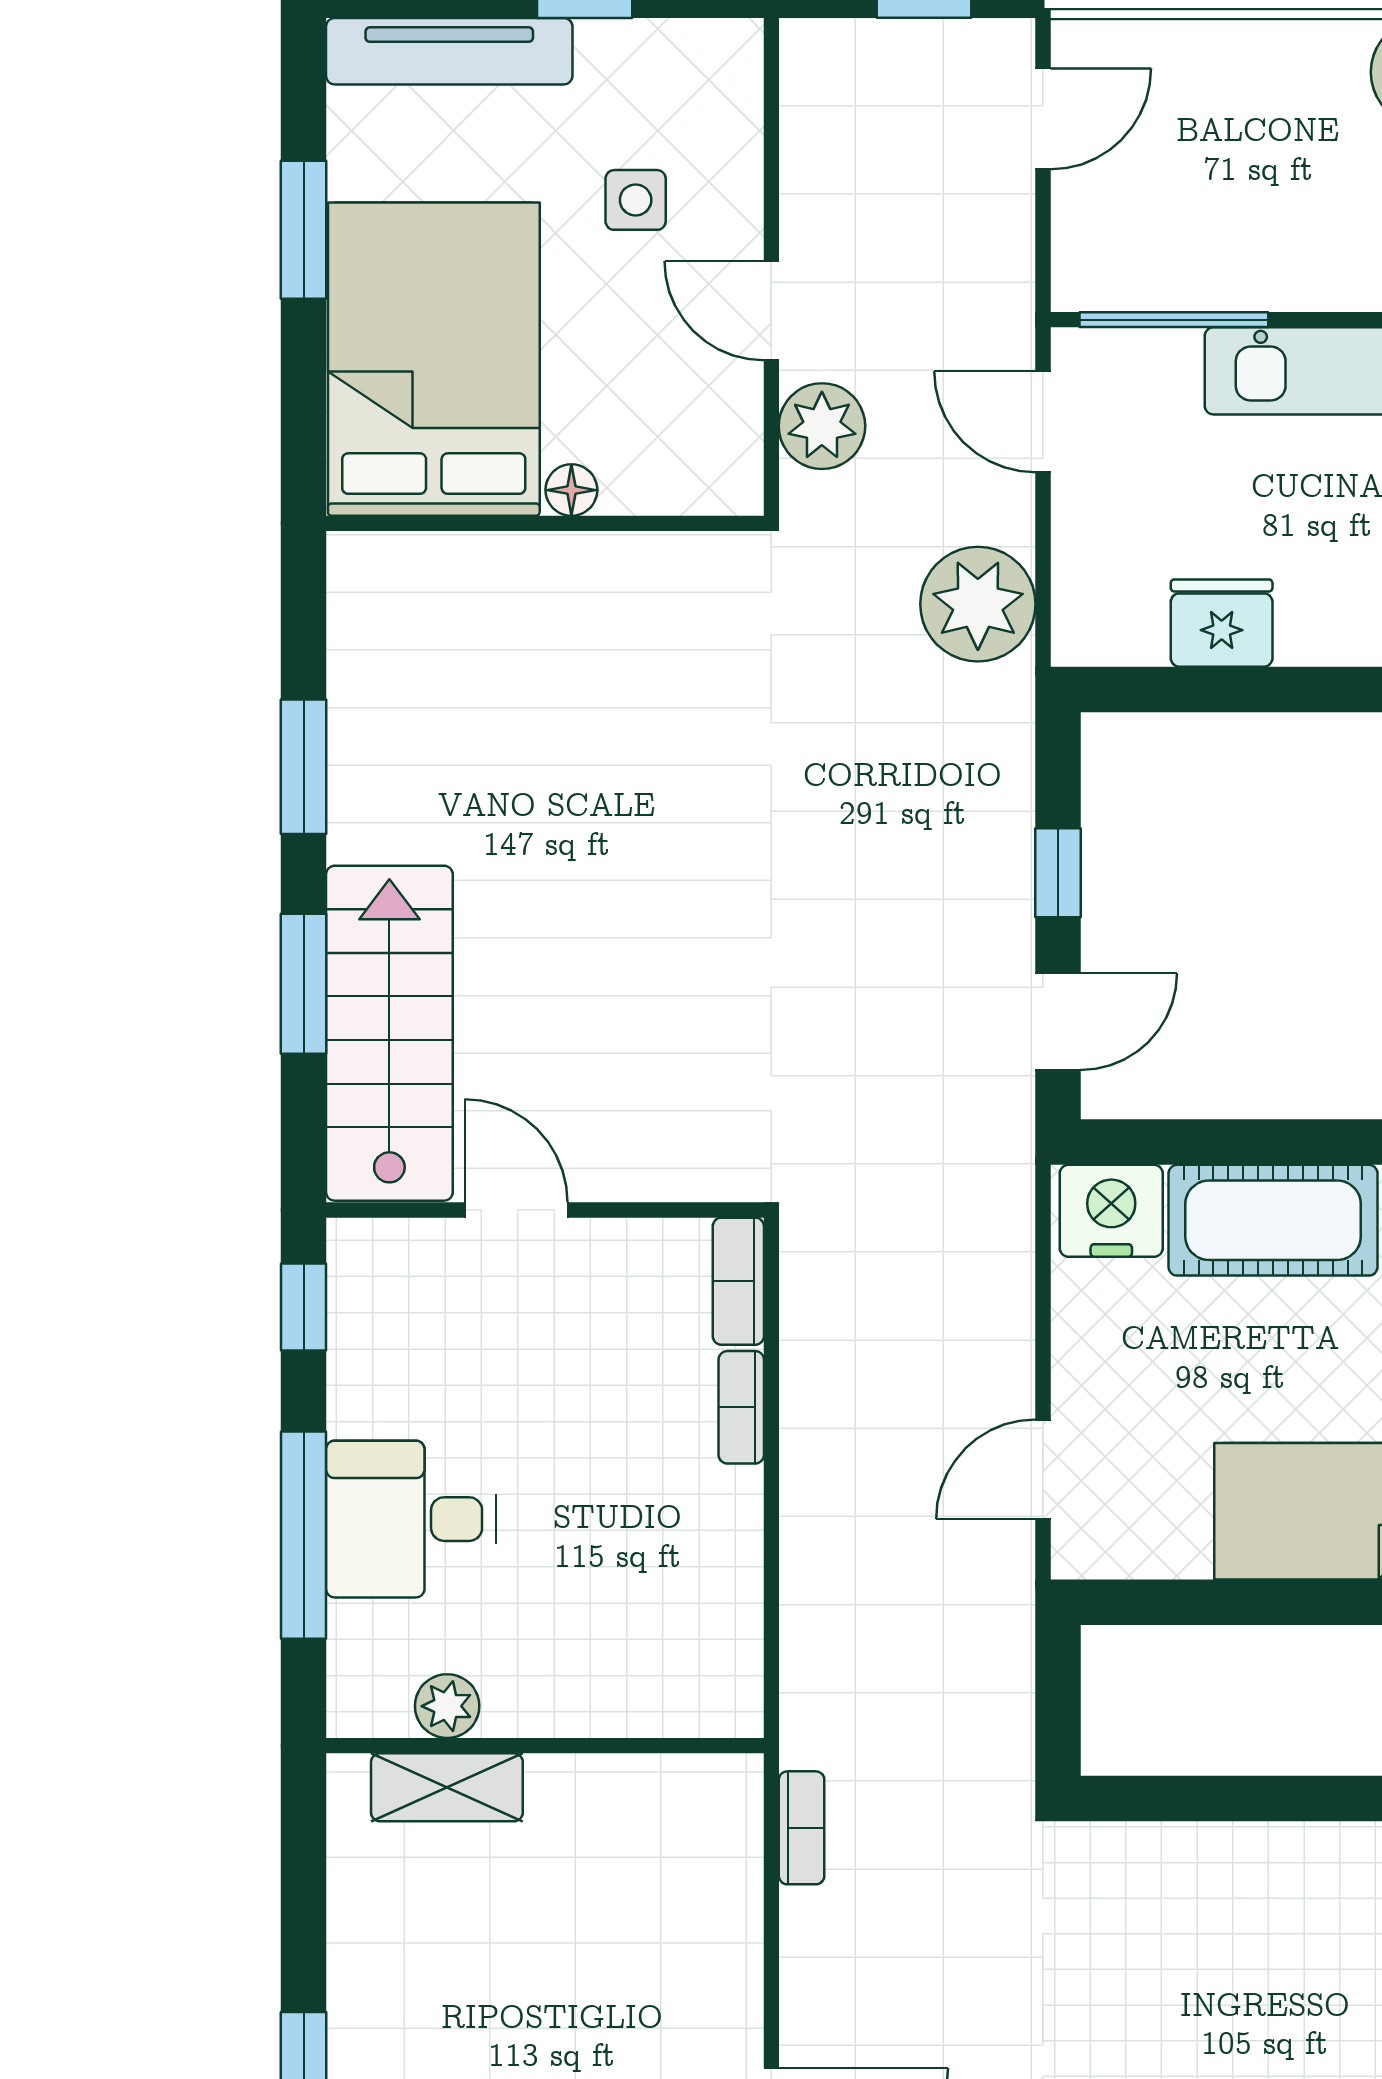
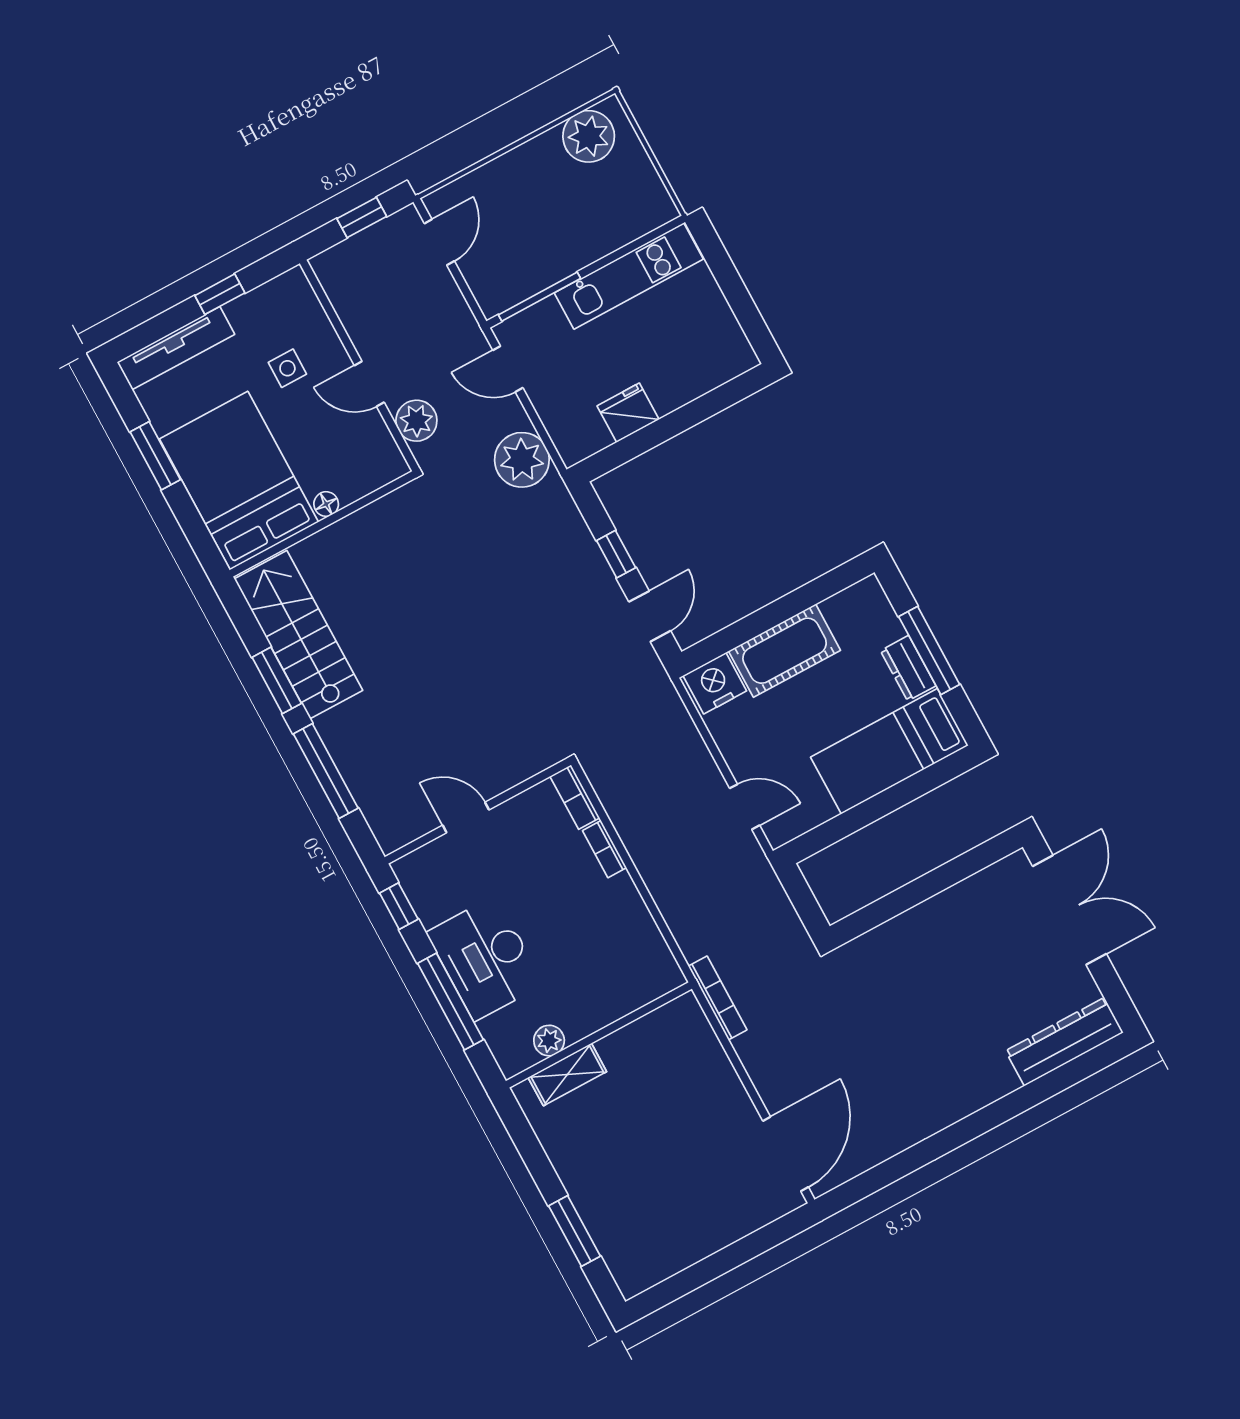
window: (304, 984) -> (326, 771), width x1.44
stairs: (389, 1033) -> (298, 635), moved
door: (1043, 1469) -> (745, 807), swing flipped
desk: (411, 1519) -> (485, 958), width x1.37
bookcase: (802, 1828) -> (718, 998), width x1.56

